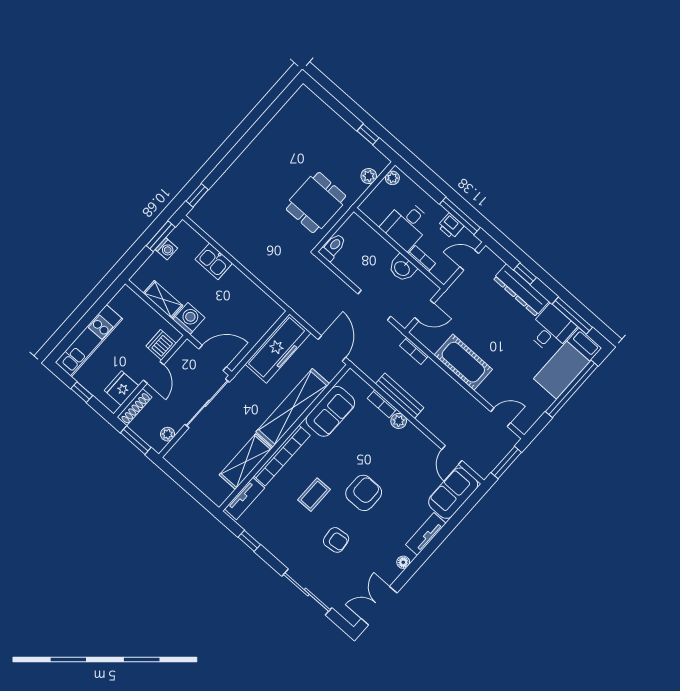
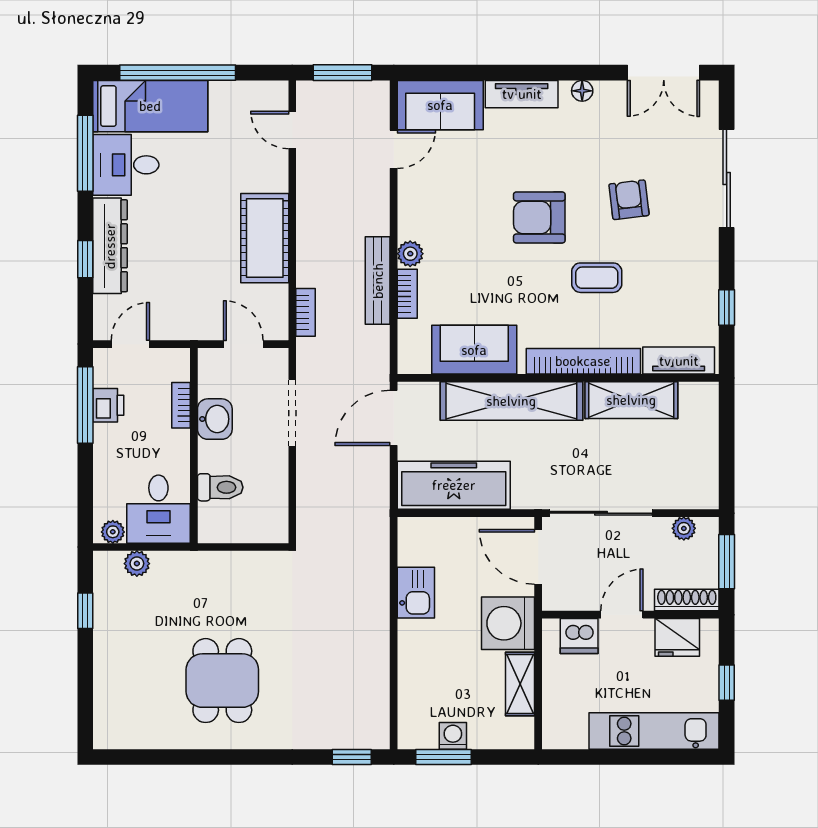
dining table: (316, 203) -> (222, 681), moved, turned 90
desk: (406, 225) -> (158, 509), moved, turned 90
toilet: (333, 247) -> (220, 487), moved, turned 180
door: (469, 260) -> (130, 344), swing flipped
kitchen sink: (214, 261) -> (416, 593), moved
washing machine: (189, 318) -> (508, 623), width x1.37, depth x1.37

